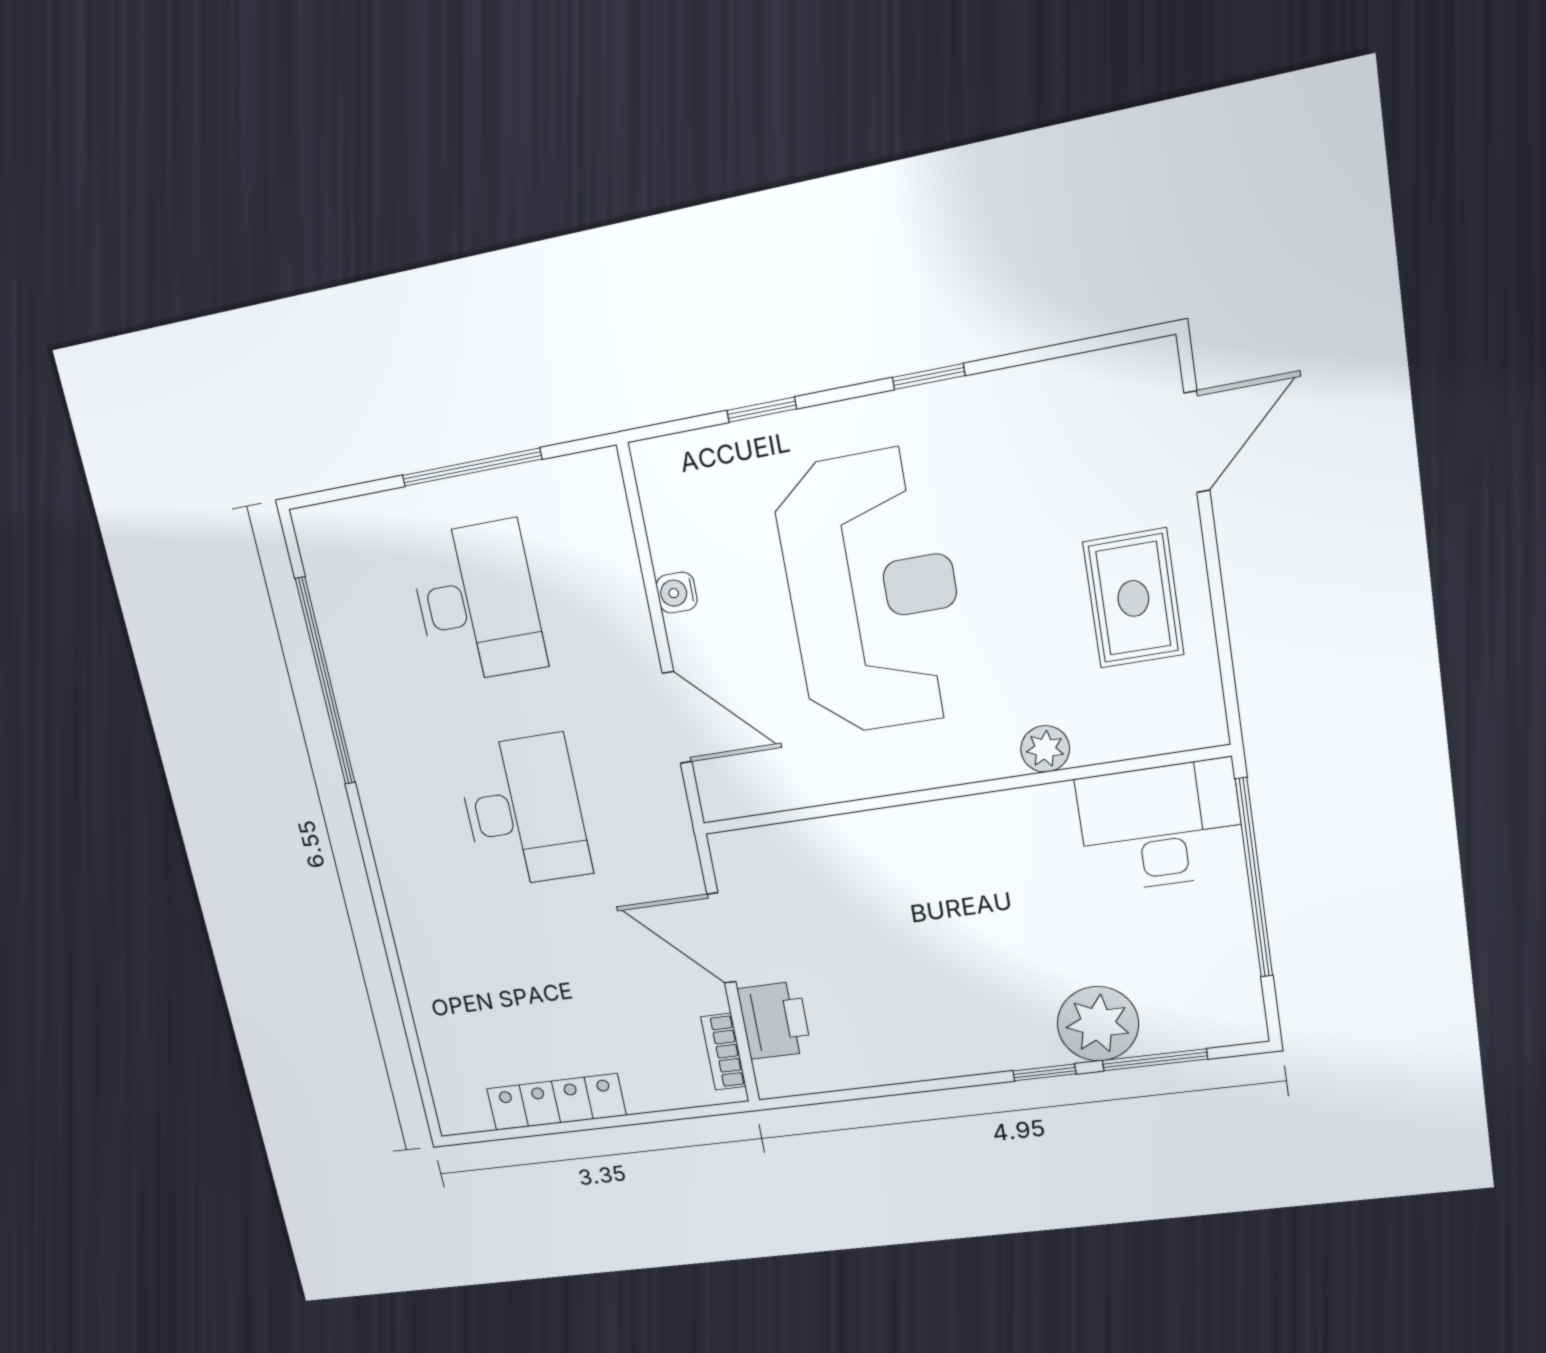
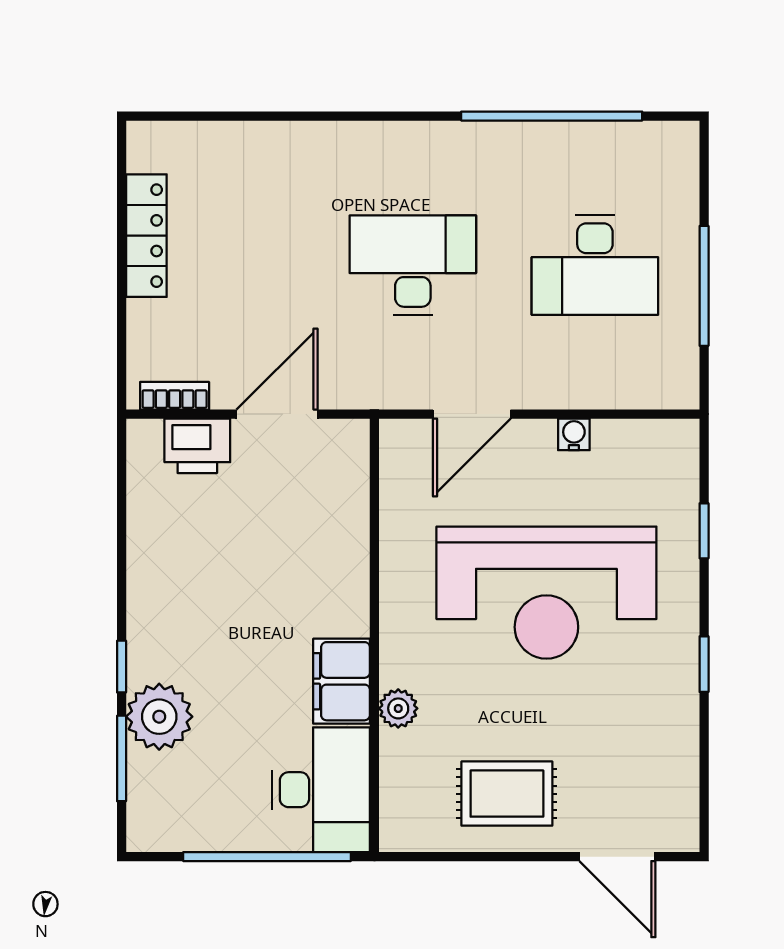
desk: (524, 811) -> (413, 265), turned 180
filing cabinet: (1022, 821) -> (342, 681), added

